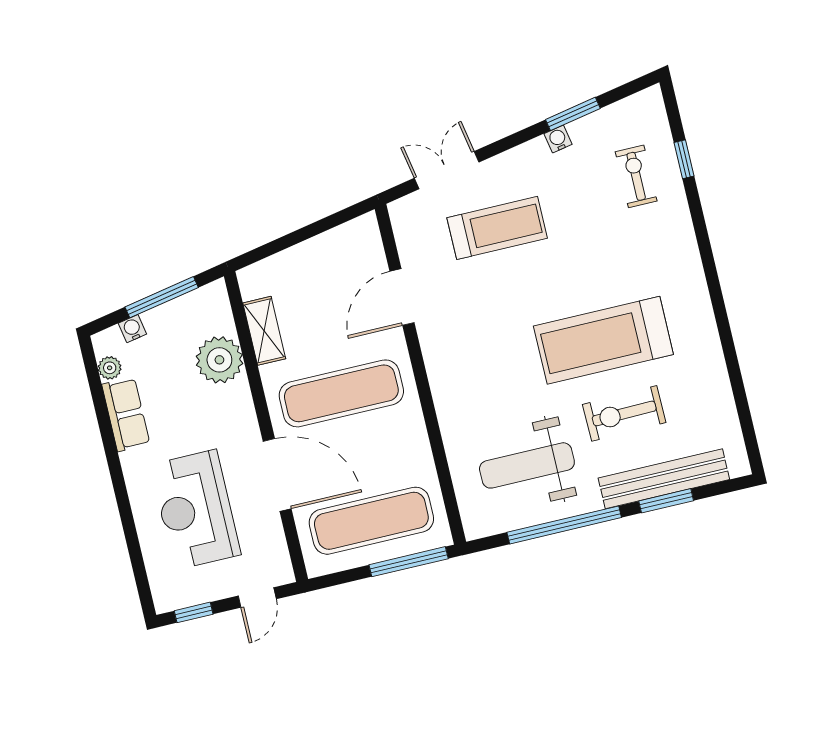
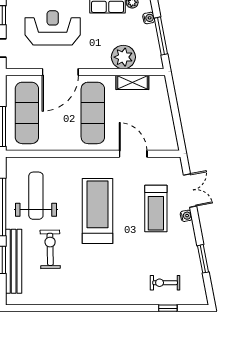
water cooler: (558, 139) -> (186, 216), moved
exercise bike: (636, 176) -> (165, 283), turned 180
treadmill: (603, 340) -> (98, 211), moved

